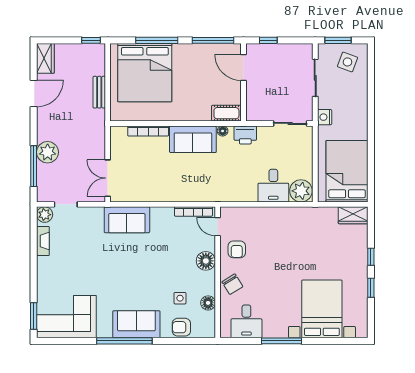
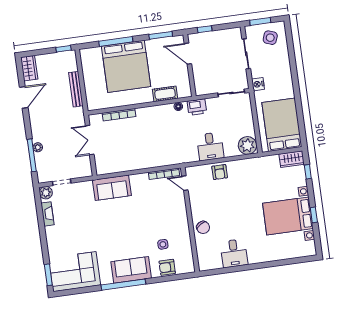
window: (213, 40) -> (161, 35), width x0.69
bed: (145, 73) -> (126, 66), moved
bench: (99, 92) -> (76, 89), width x1.36
cot: (226, 113) -> (165, 94), moved
sofa: (193, 139) -> (156, 116), removed
plant: (48, 152) -> (38, 147), width x0.53, depth x0.53
double door: (108, 178) -> (90, 140), moved
desk: (273, 186) -> (210, 146), moved
armchair: (237, 249) -> (220, 172), moved
window: (371, 257) -> (308, 172), moved
floor lamp: (206, 261) -> (179, 212), removed
floor lamp: (208, 303) -> (186, 245), removed
bed with nightstands: (322, 309) -> (288, 216), moved, turned -90
desk: (246, 321) -> (234, 253), moved
window: (281, 341) -> (248, 267), removed

